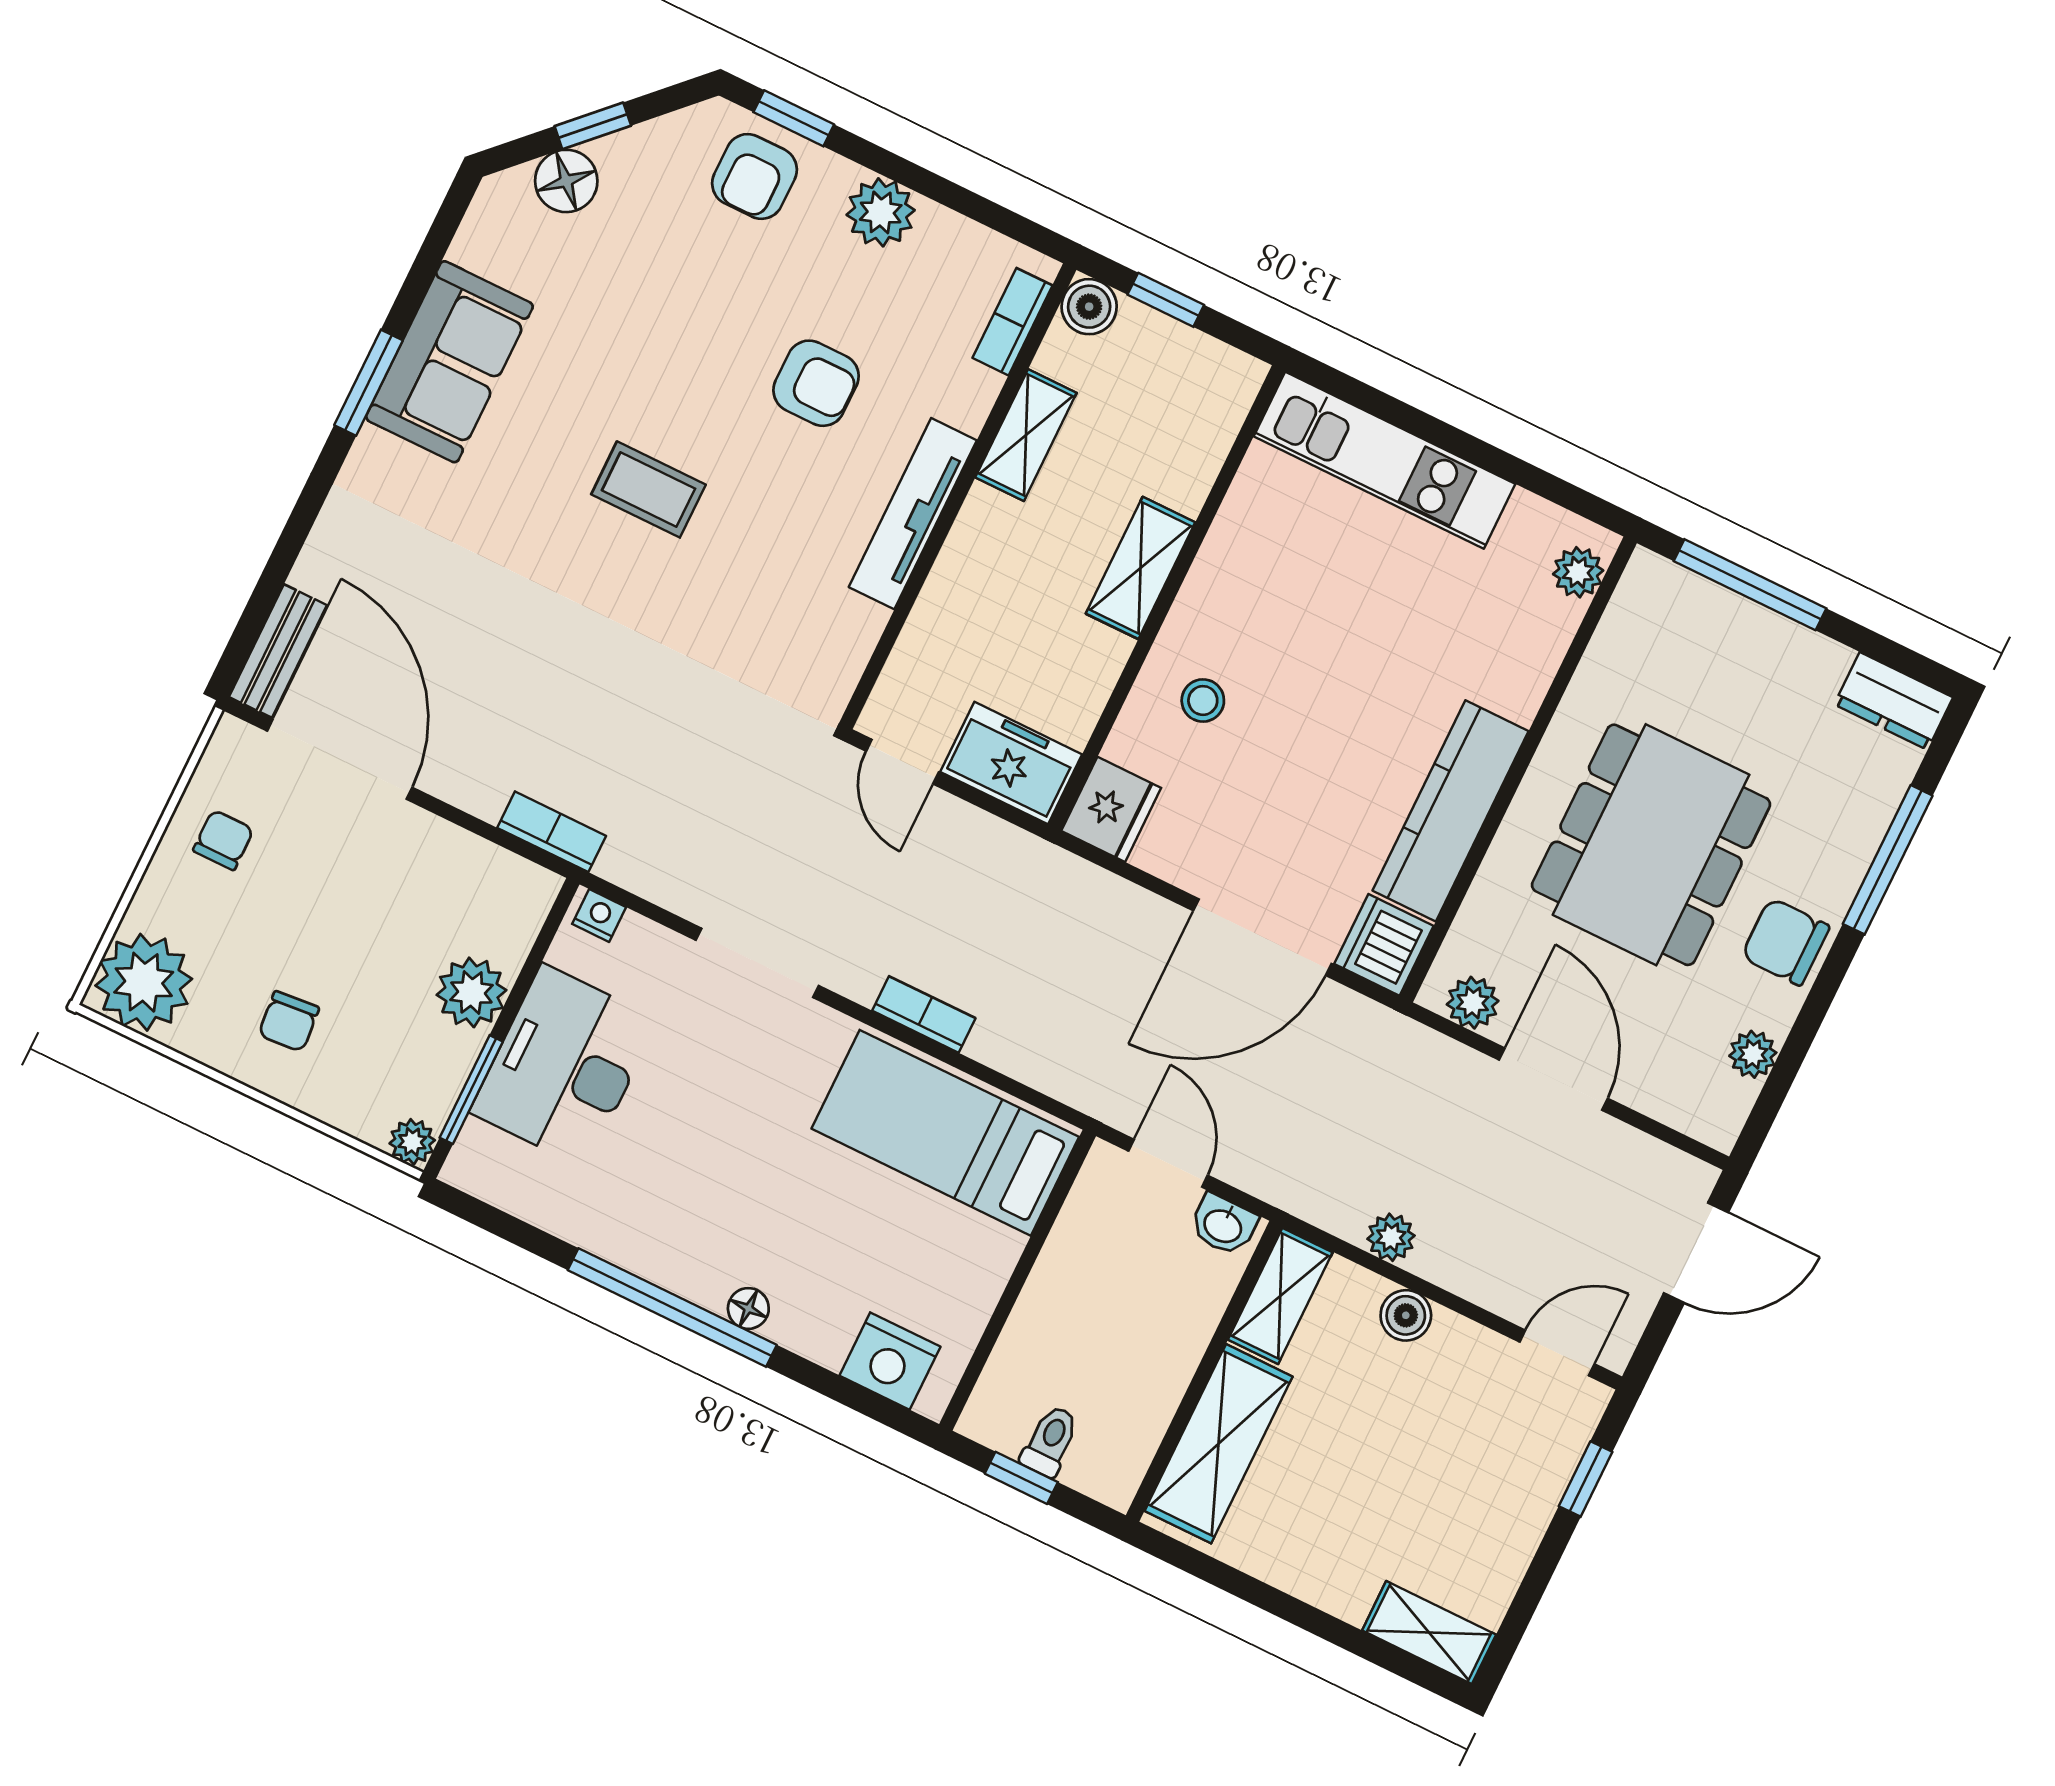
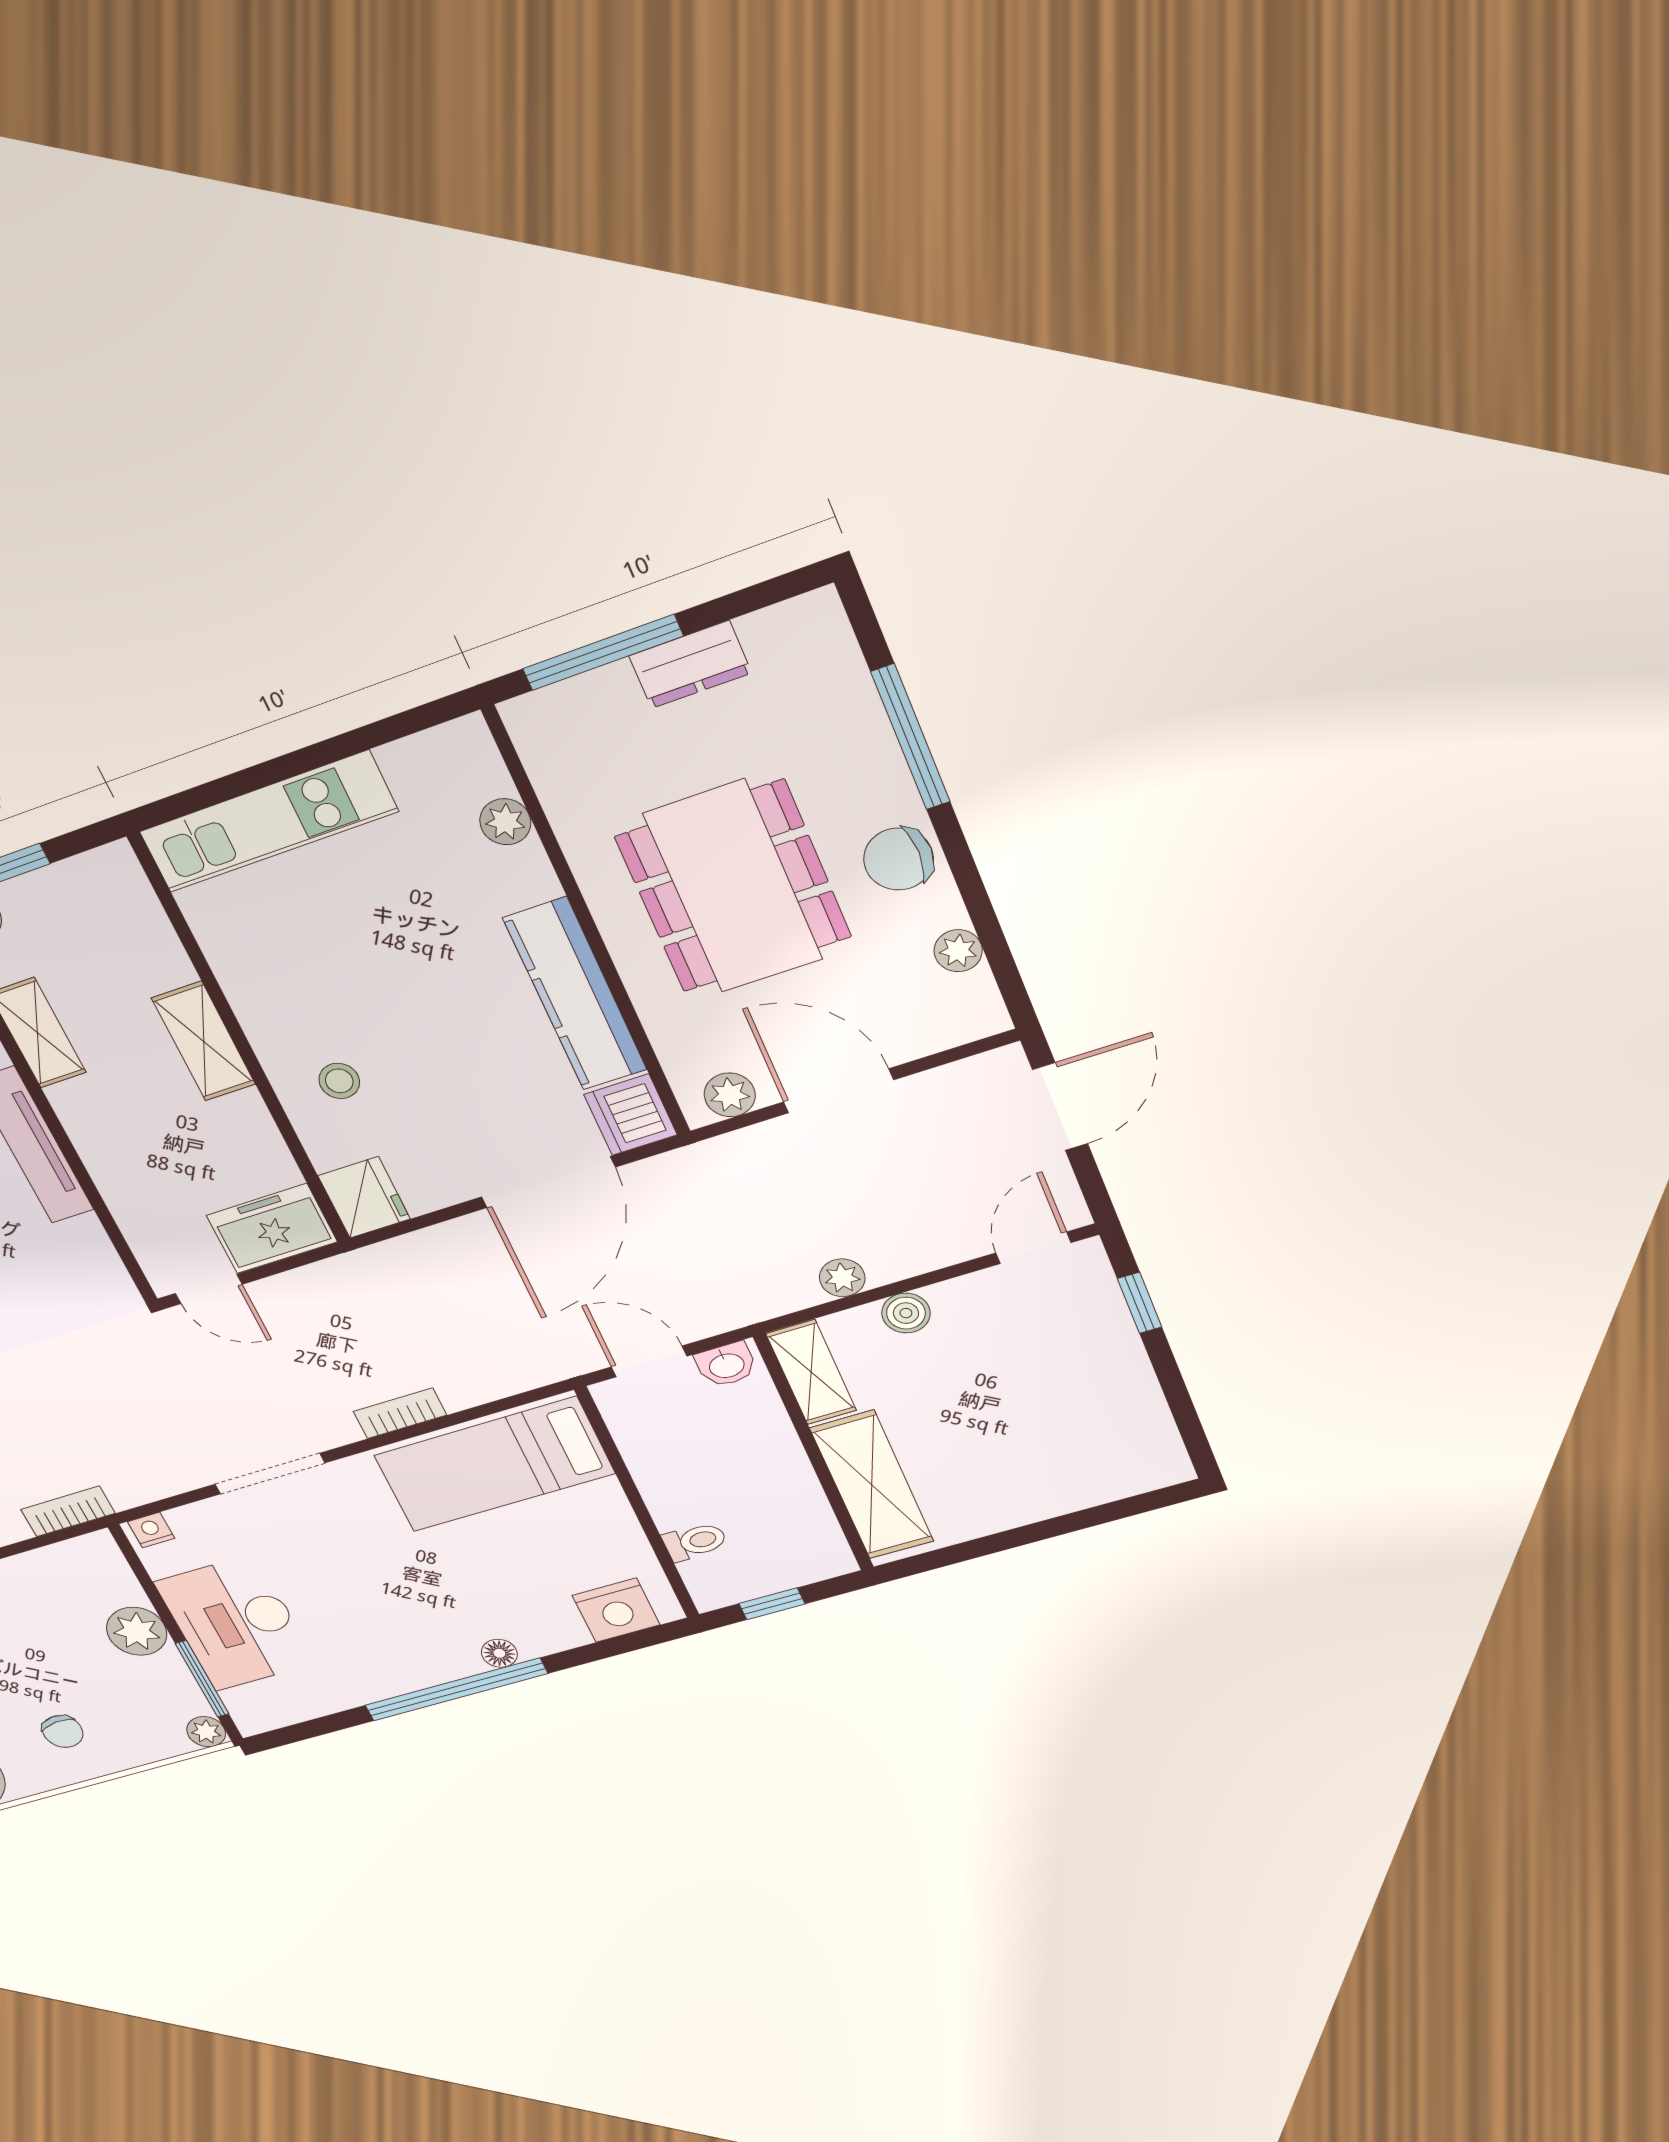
plant: (1578, 572) -> (505, 822), moved
dresser: (1894, 701) -> (690, 665), moved
toilet: (1050, 1441) -> (695, 1542), moved, turned 90
shelving: (1429, 1633) -> (1135, 1474), removed

